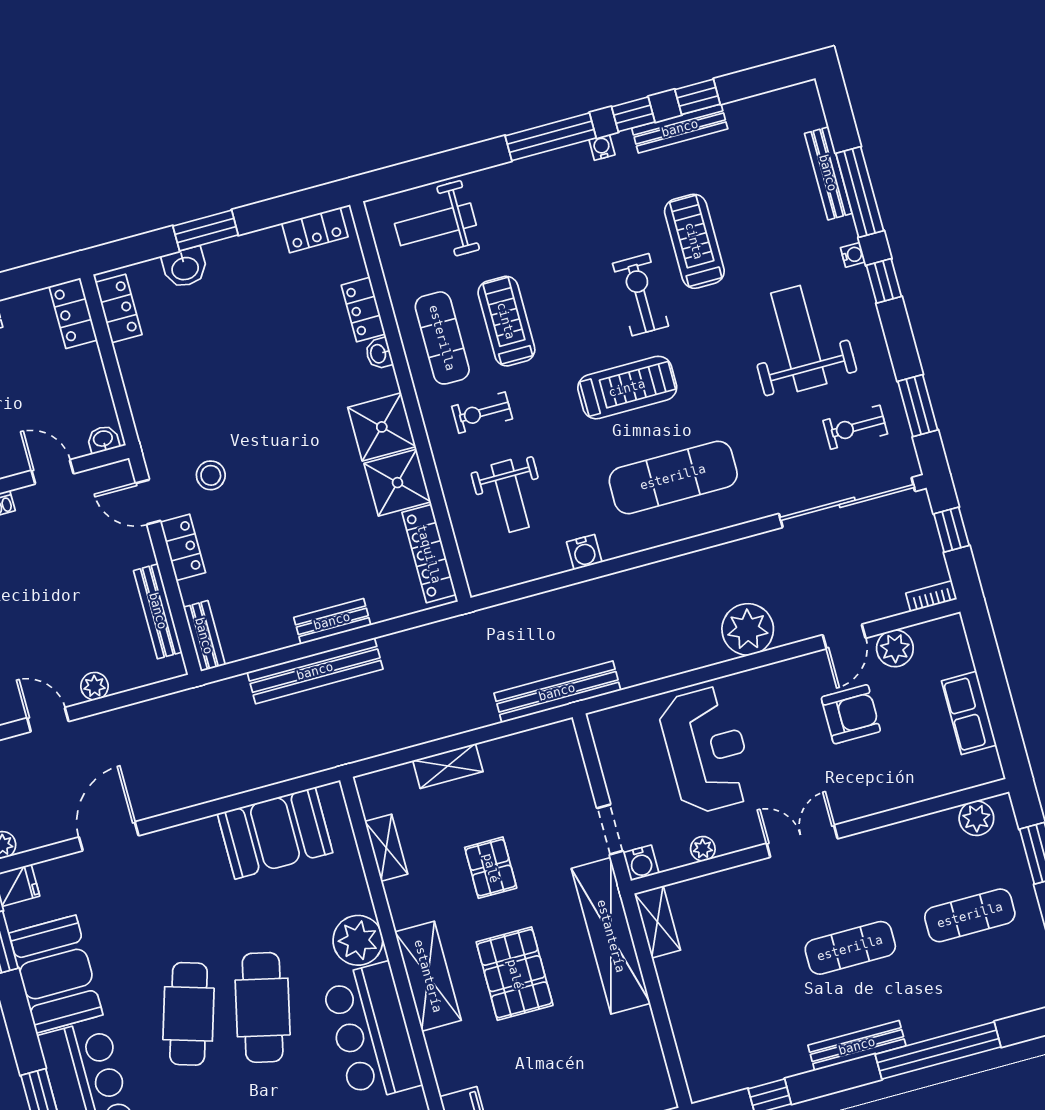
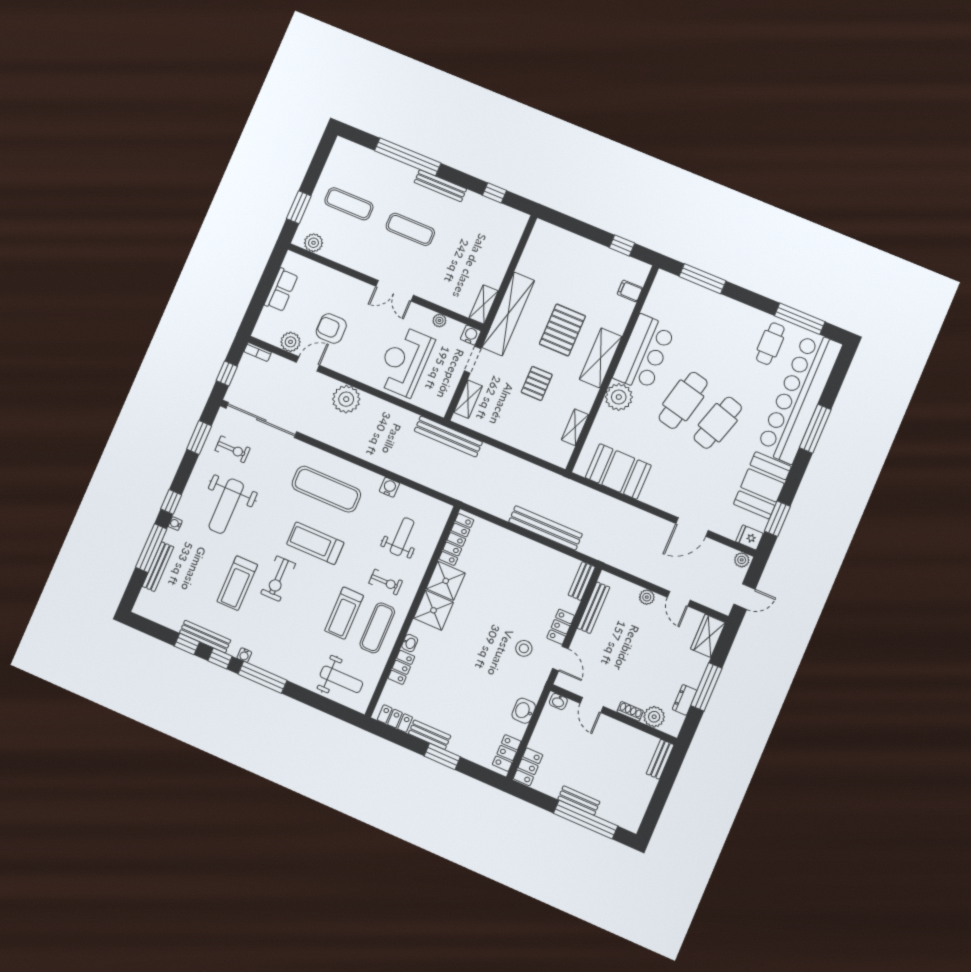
washbasin: (185, 268) -> (524, 711), moved, turned -90
bench: (332, 621) -> (430, 735), moved
shelving: (448, 766) -> (468, 399), moved, turned 90

